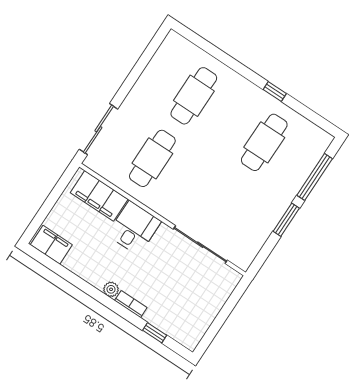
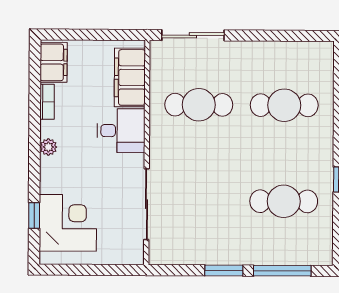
bookcase: (131, 304) -> (47, 102), moved
corner desk: (176, 312) -> (68, 223), added

